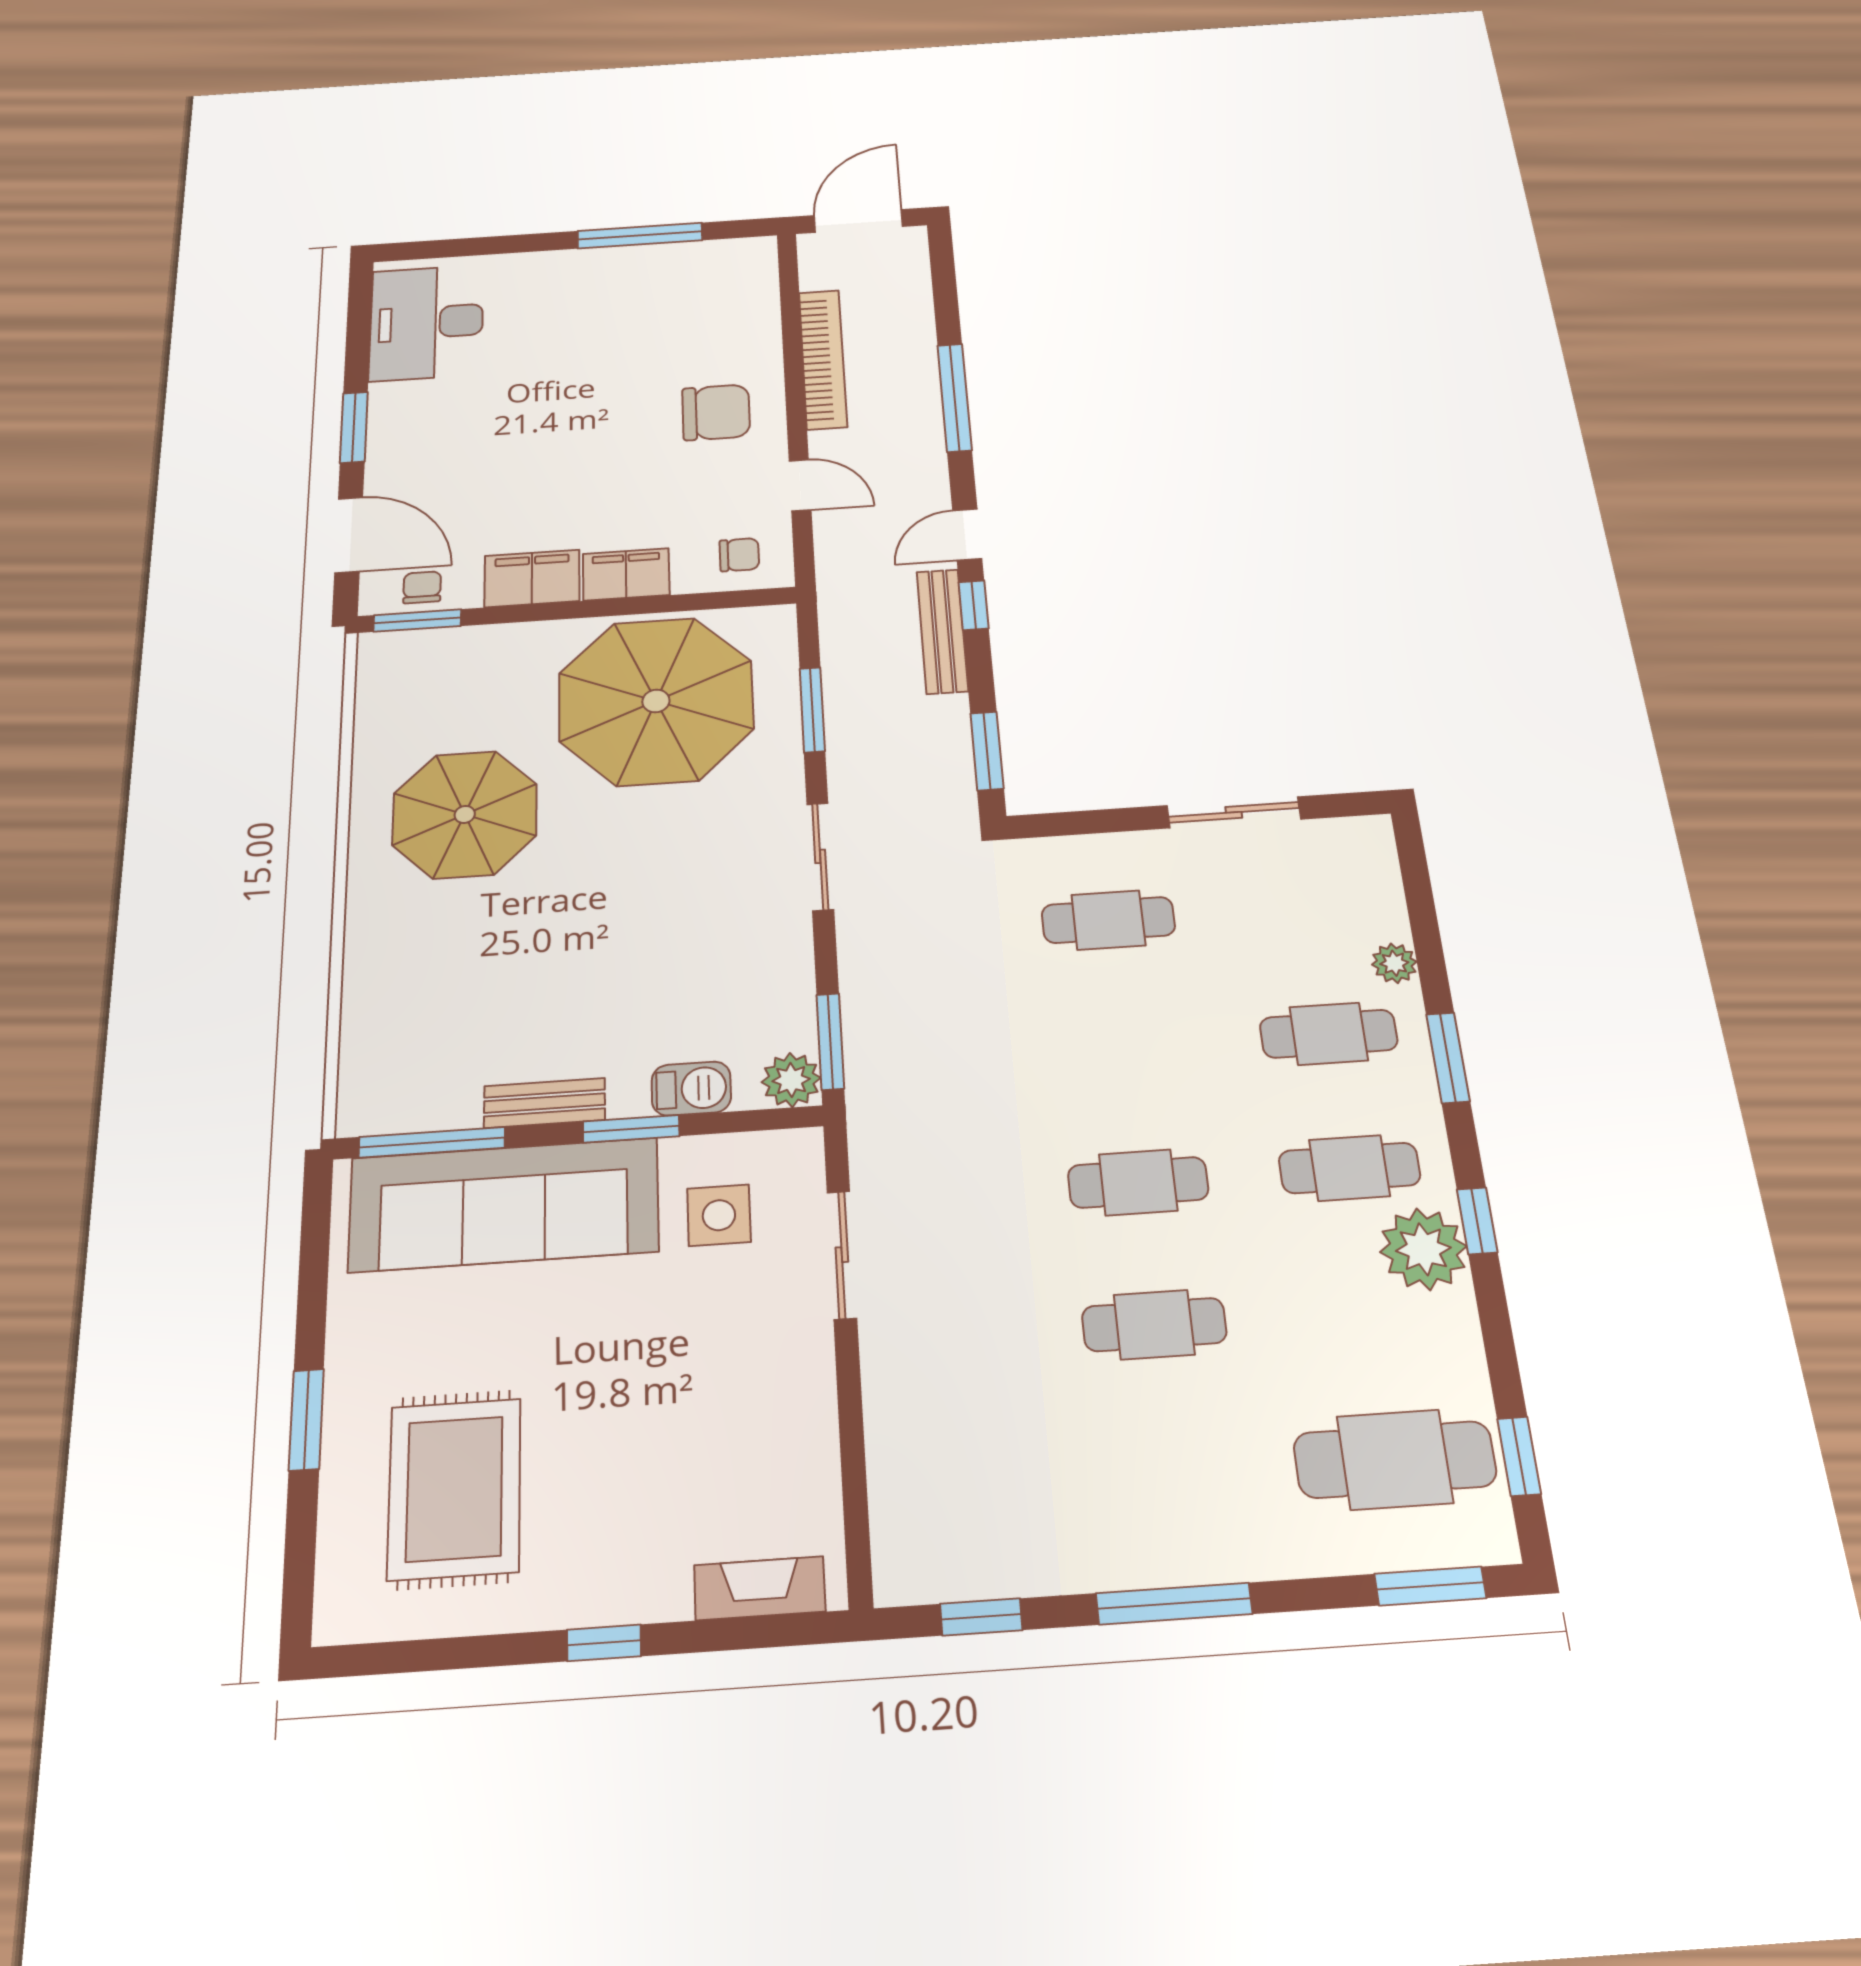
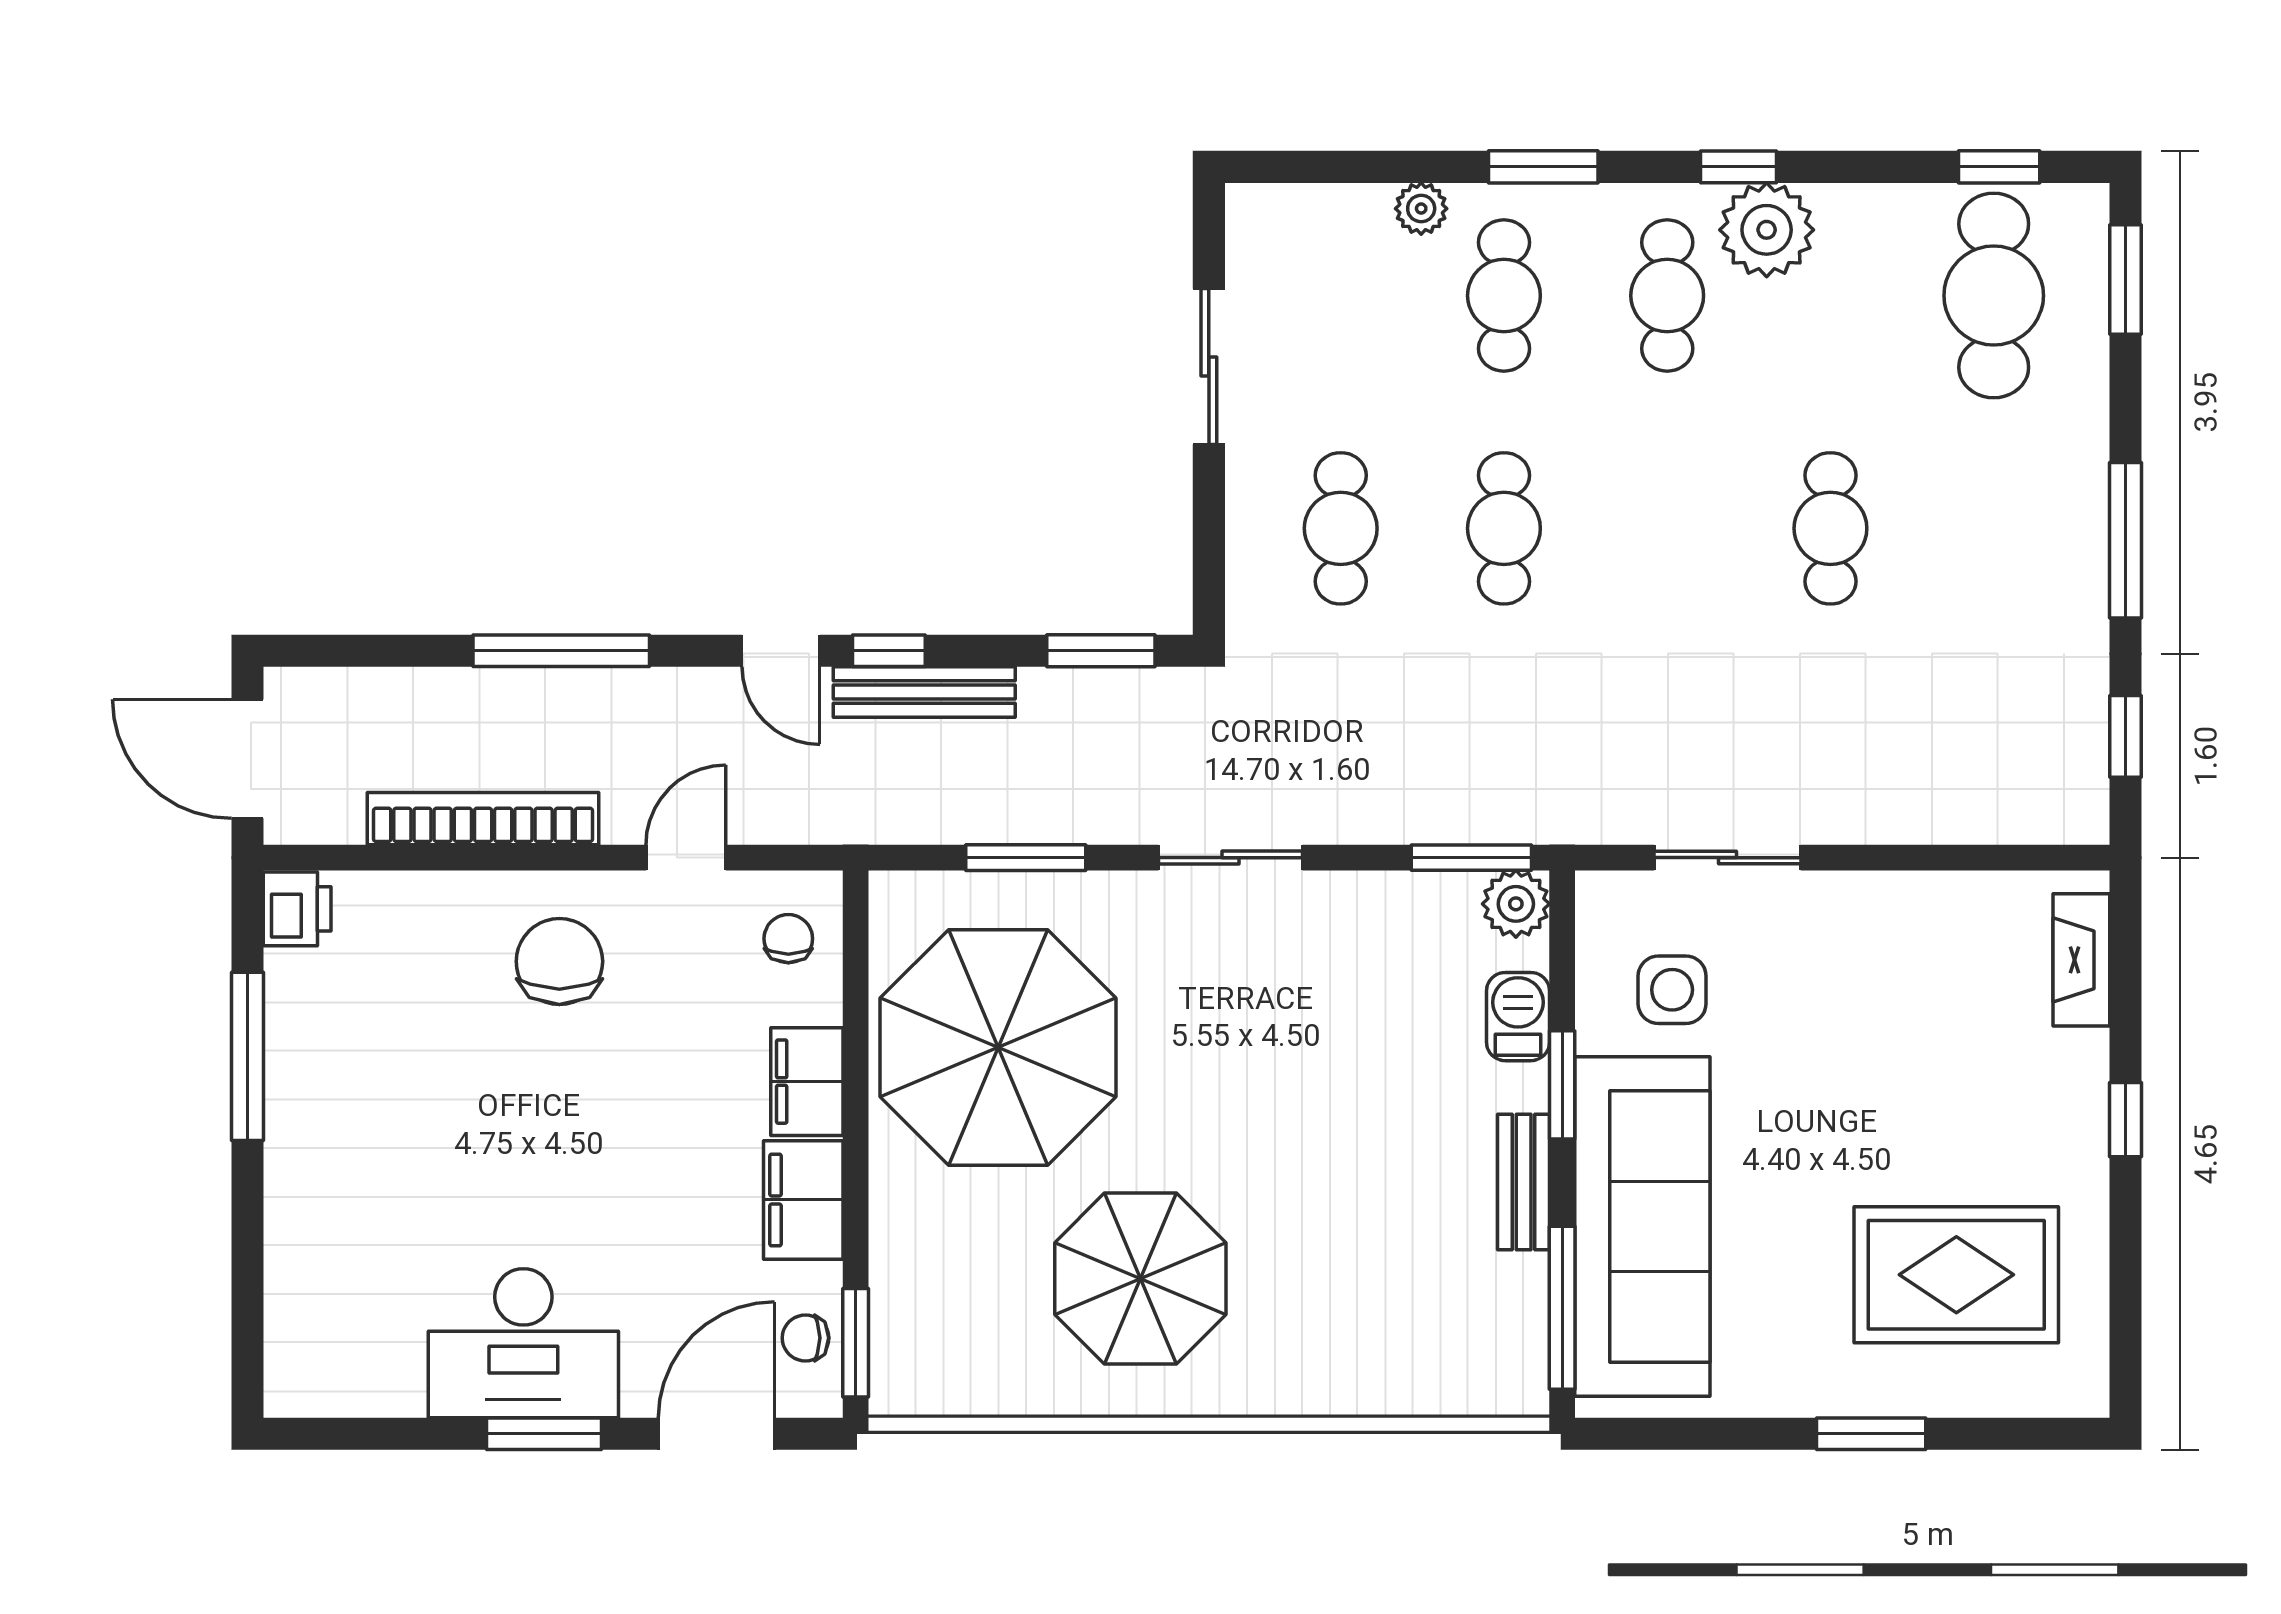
printer: (749, 256) -> (297, 909), added
desk: (427, 323) -> (523, 1343), moved
cafe table: (1138, 1182) -> (1504, 528), moved

